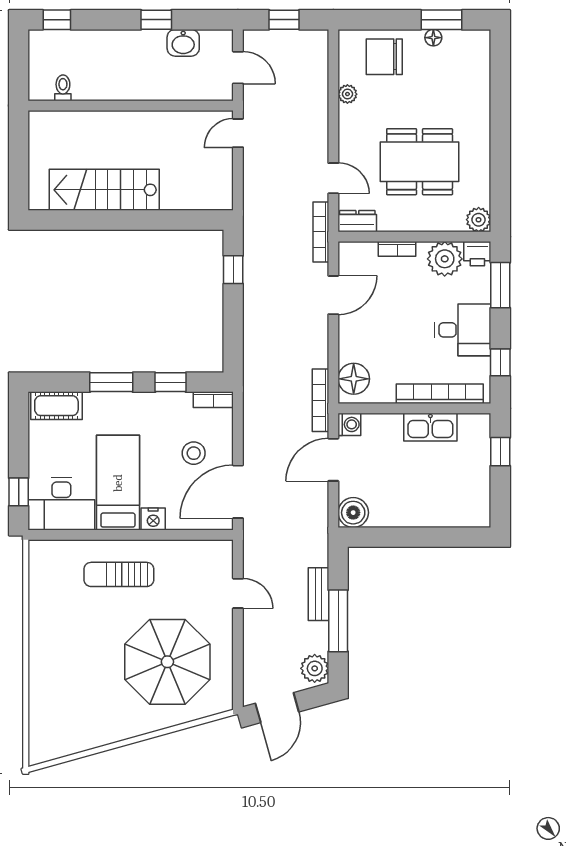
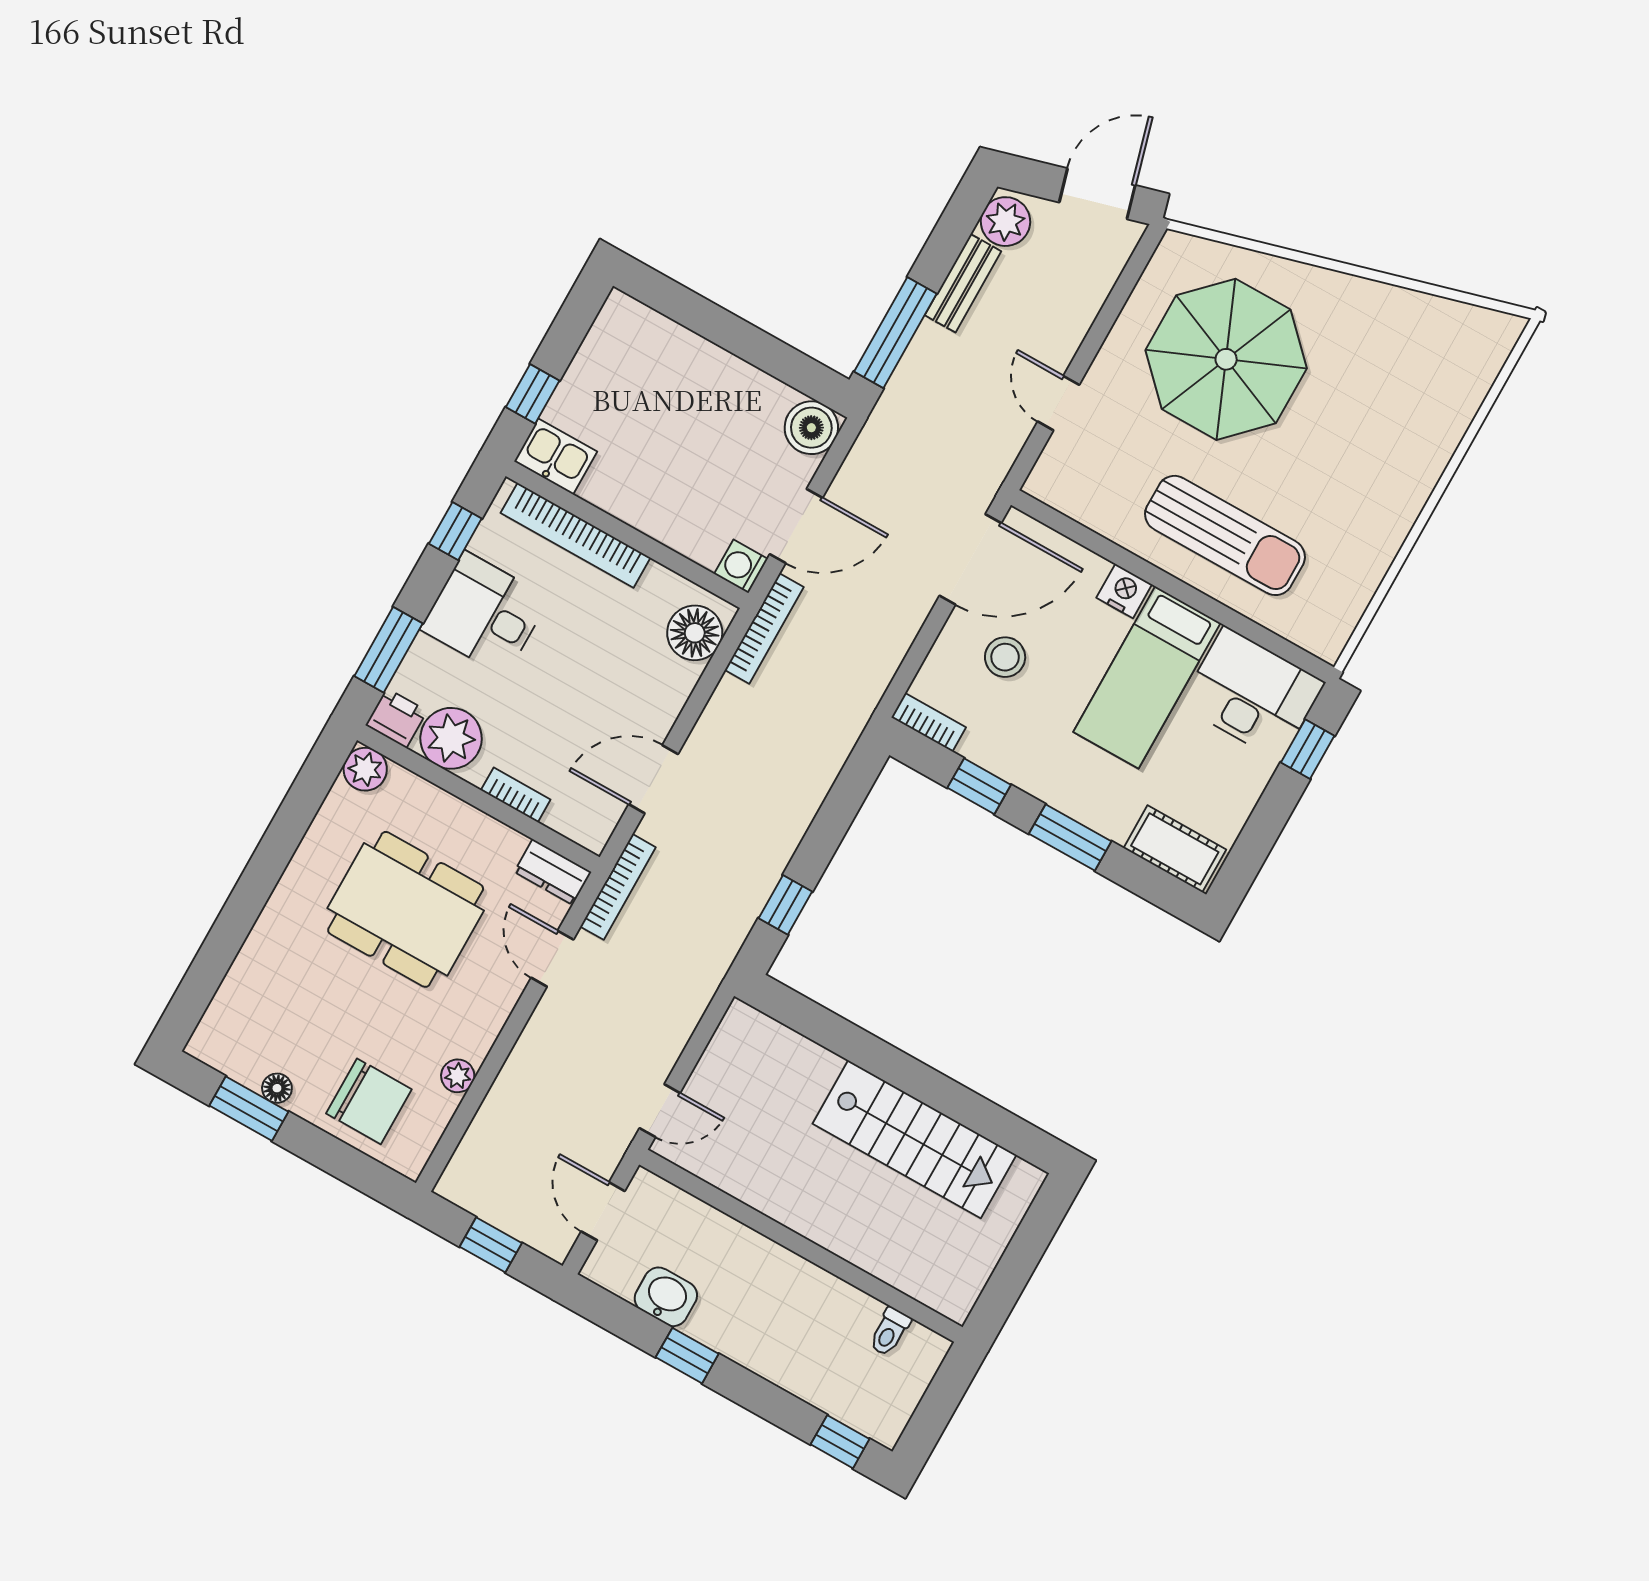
kitchen sink: (430, 427) -> (556, 457), moved, width x0.73
sun lounger: (119, 574) -> (1225, 535), width x1.36, depth x1.34
bench: (318, 594) -> (963, 283), moved
window: (338, 621) -> (895, 333), moved

